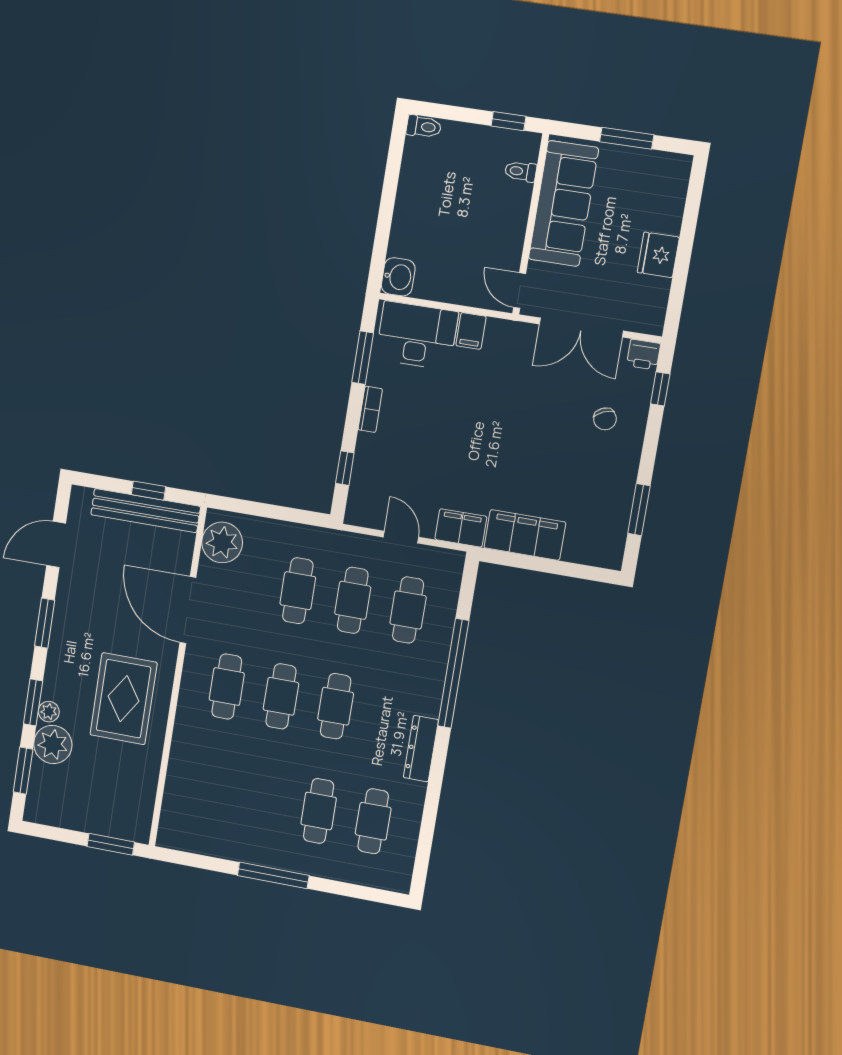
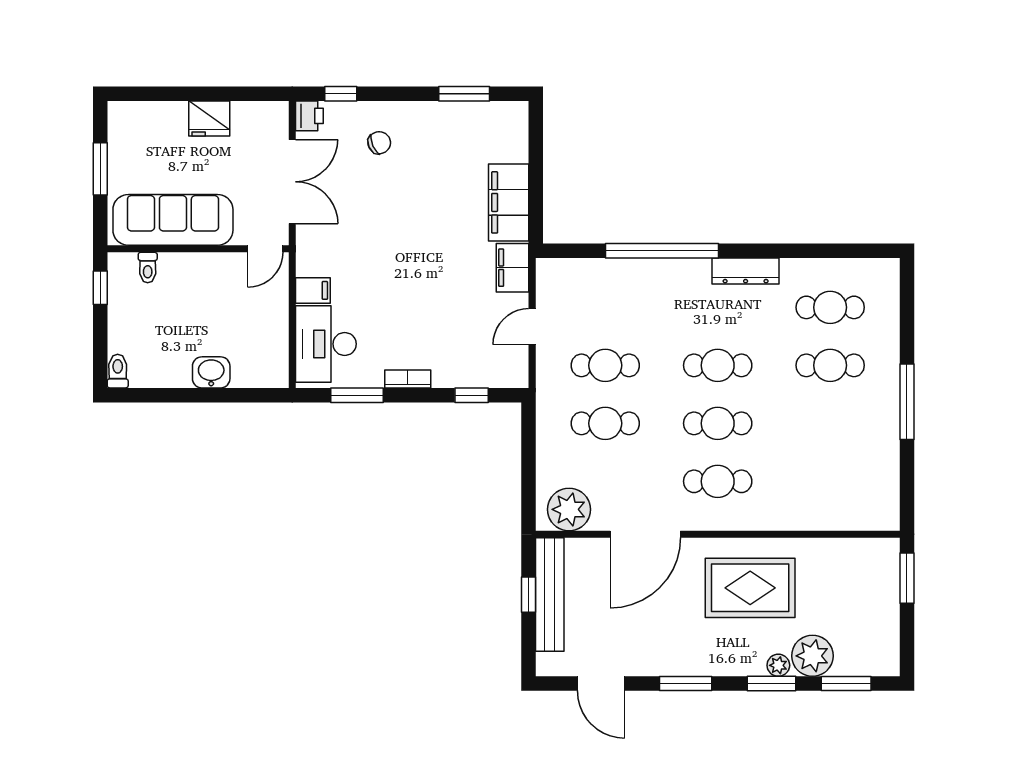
washbasin: (398, 277) -> (211, 372), moved
cafe table: (408, 610) -> (605, 307), removed

